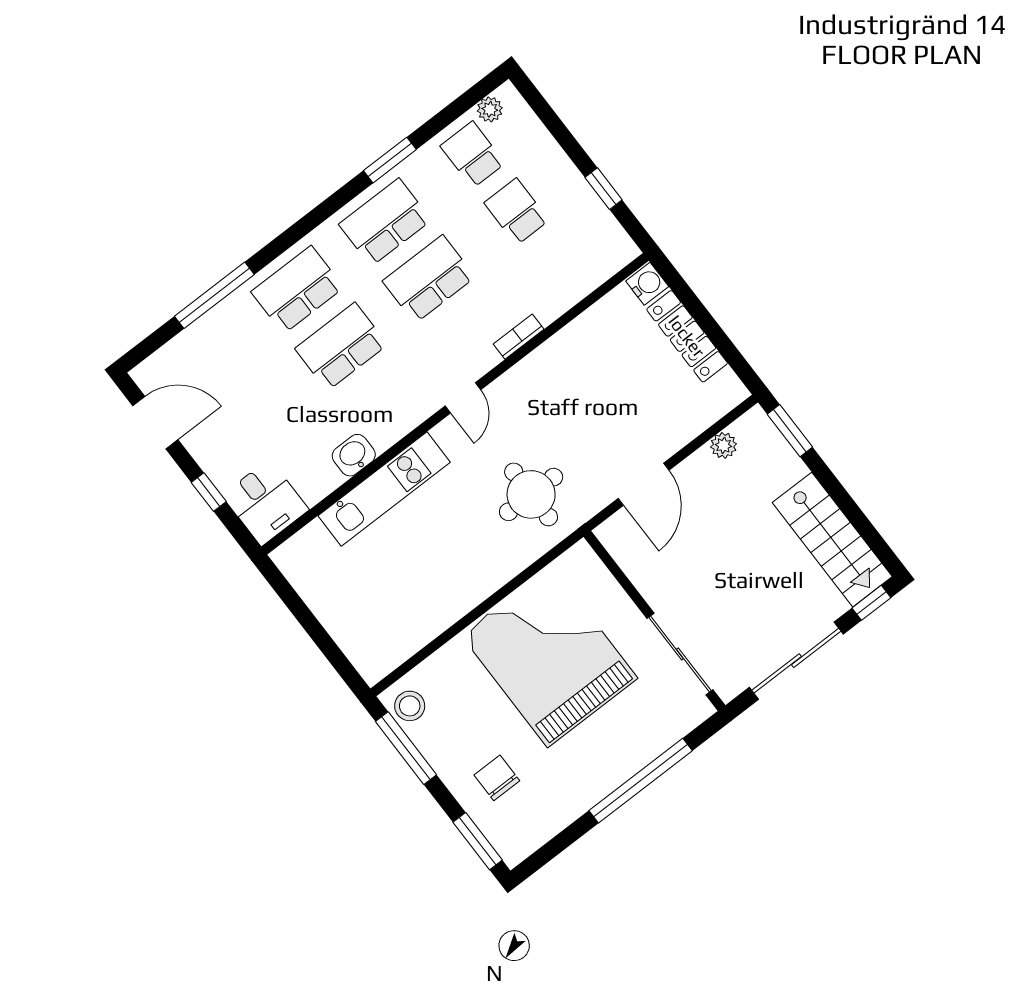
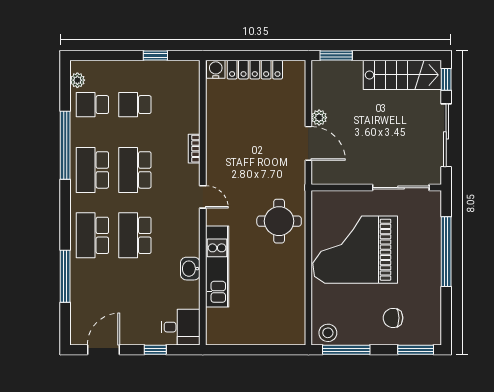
window: (390, 160) -> (65, 145), width x2.11
plant: (724, 445) -> (319, 118), moved
round table: (531, 494) -> (279, 221), moved

